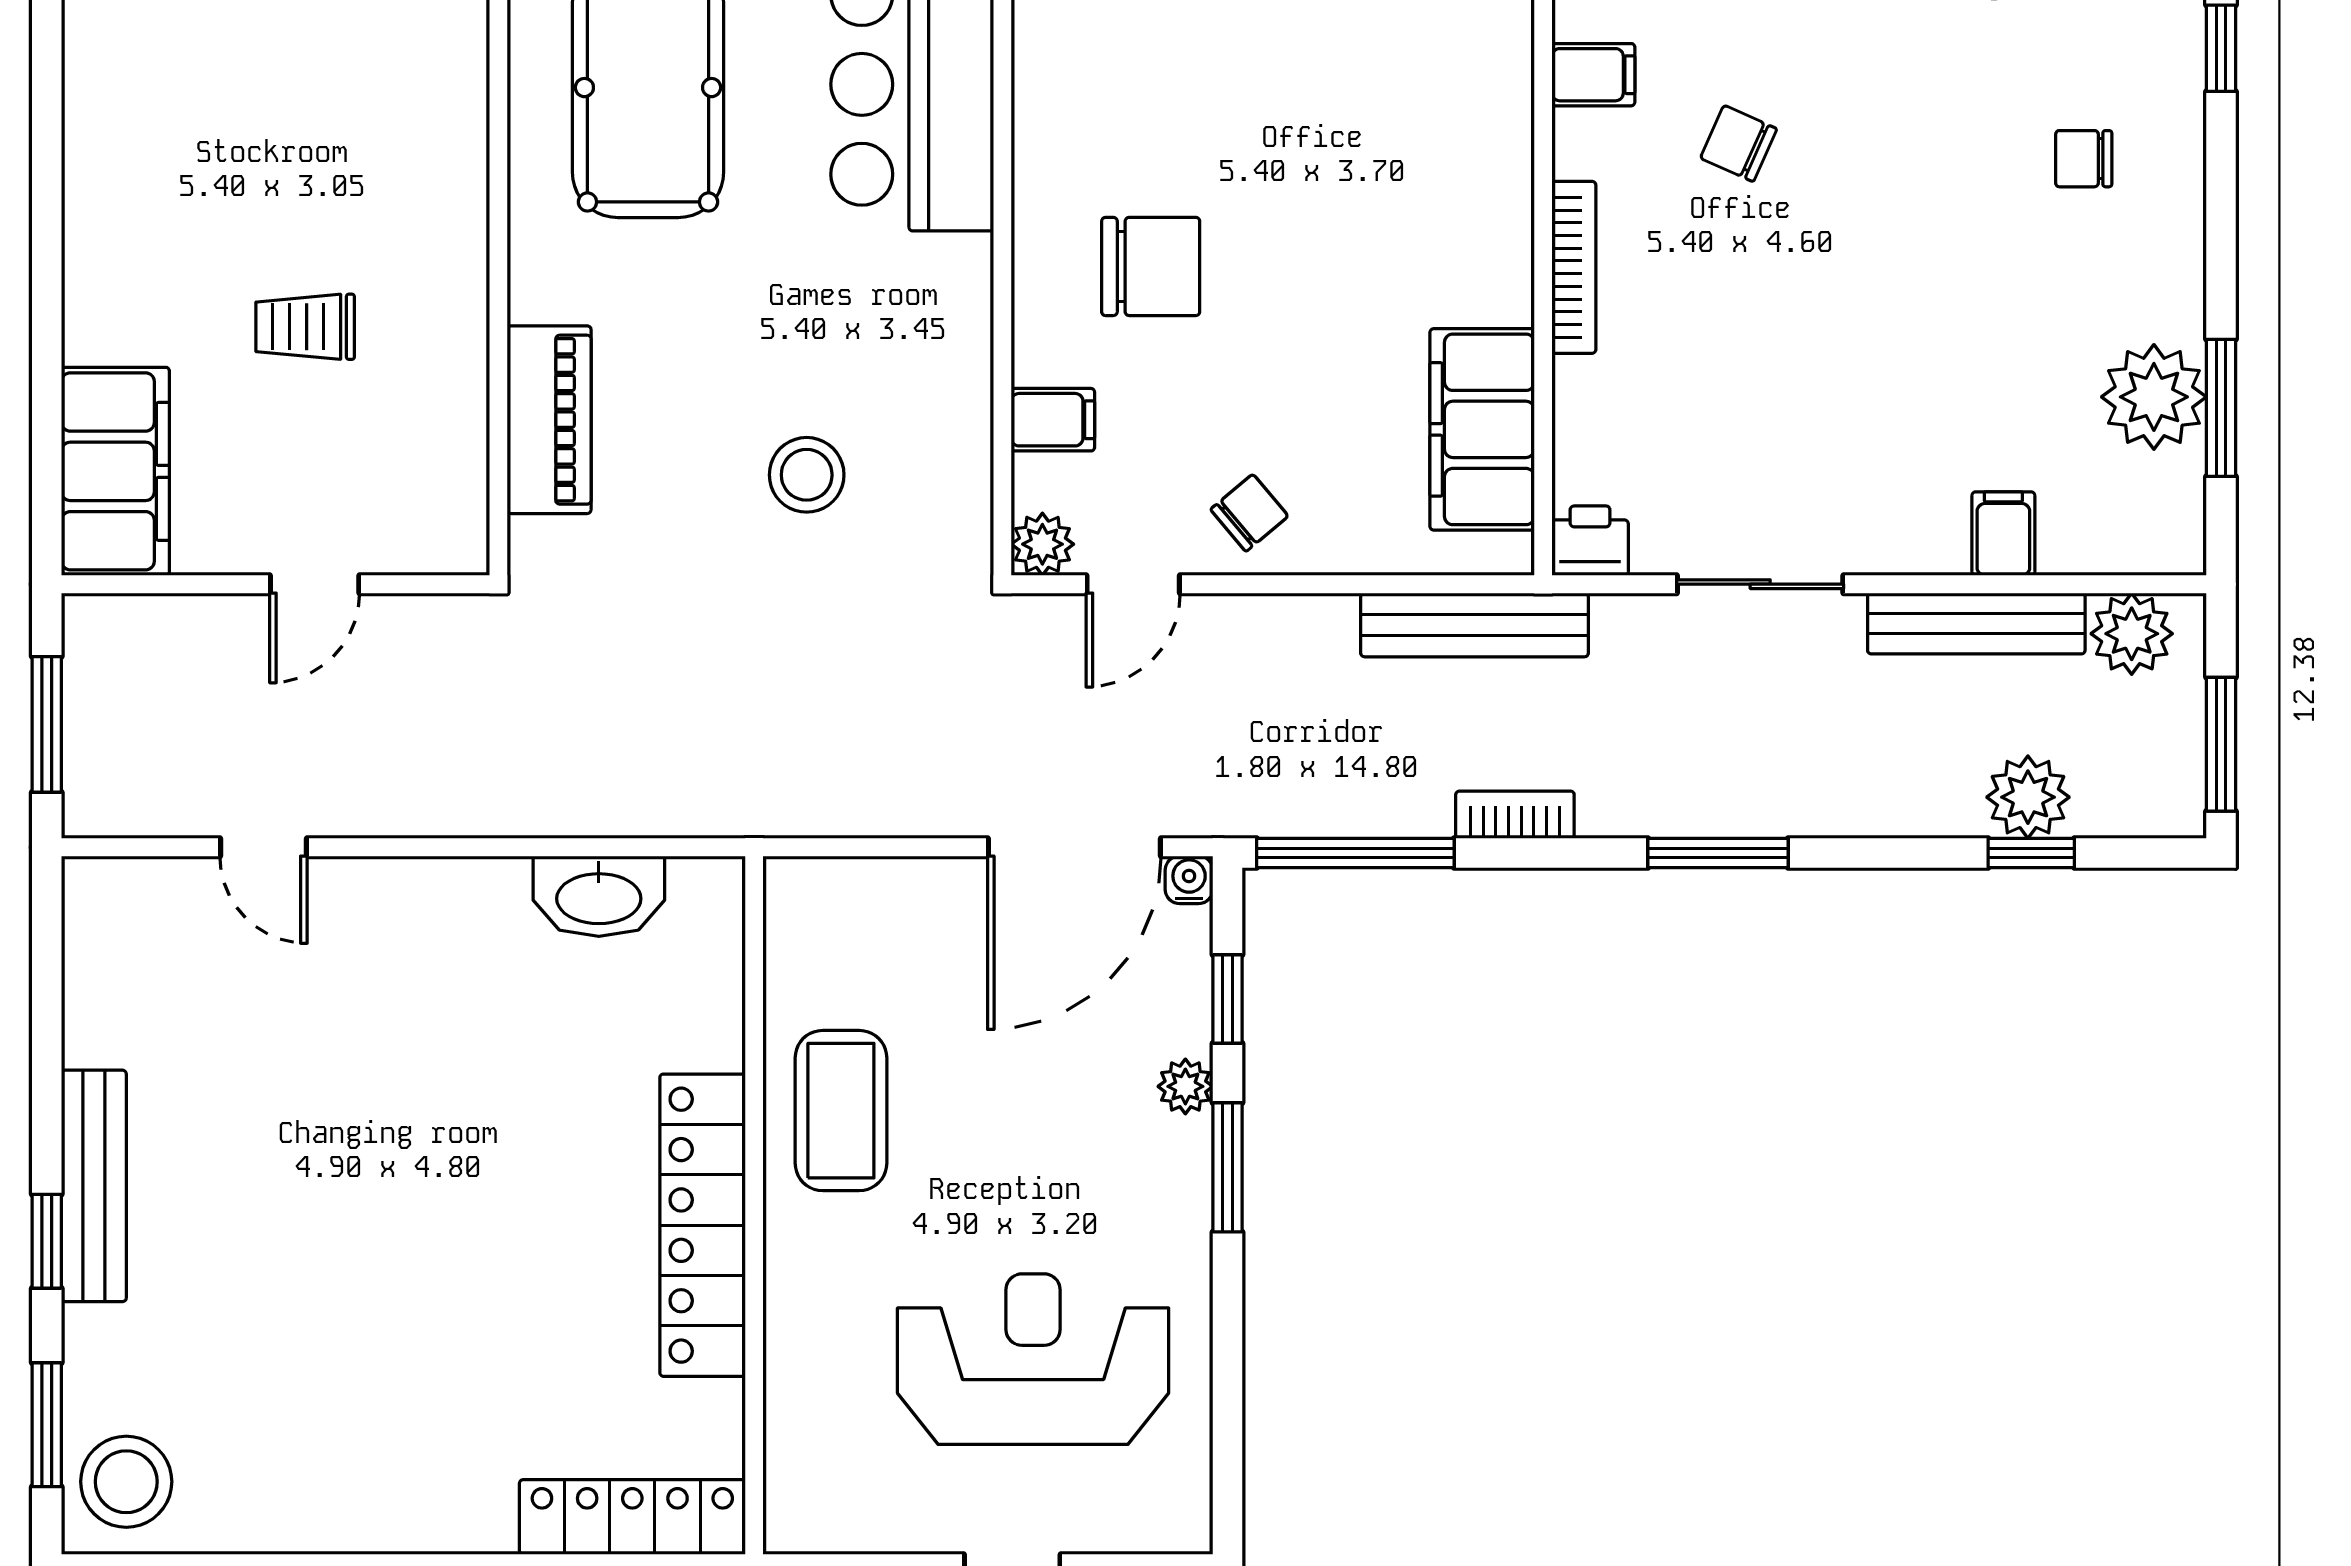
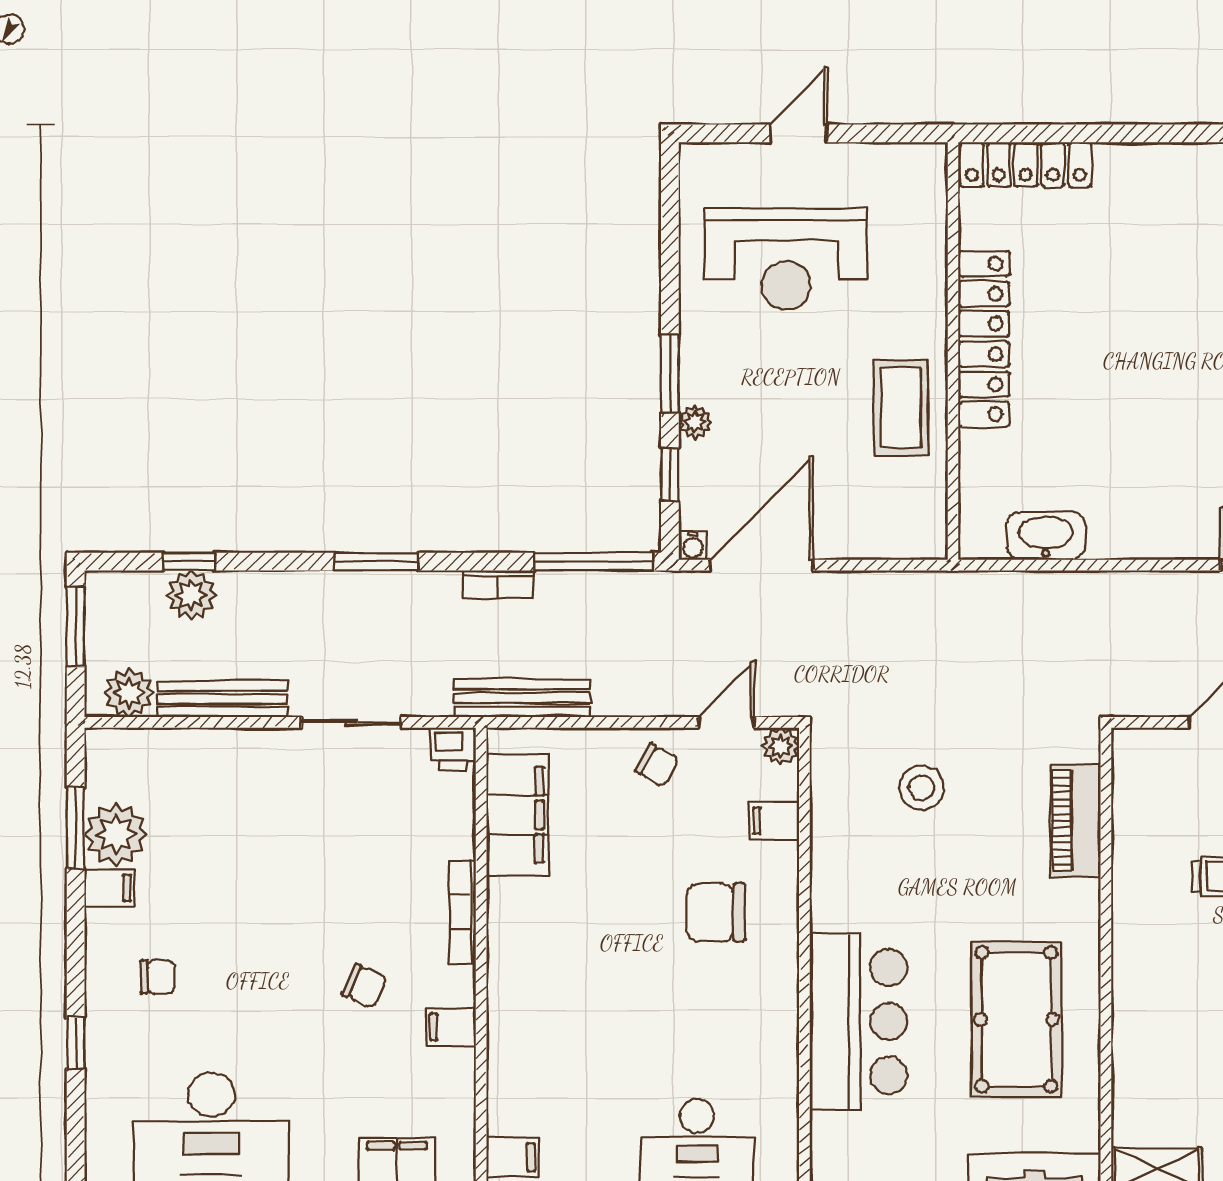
chair: (1249, 513) -> (657, 765), turned -110
filing cabinet: (2003, 534) -> (109, 888), moved, turned -90

